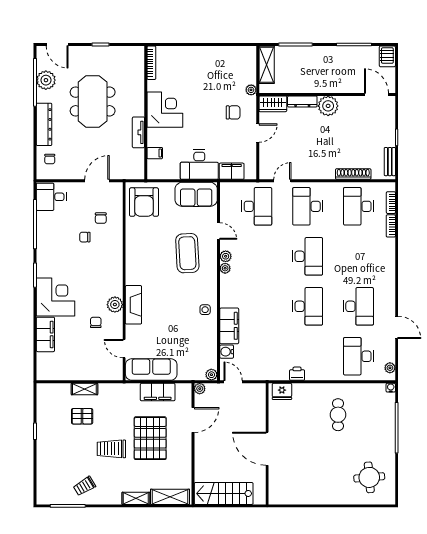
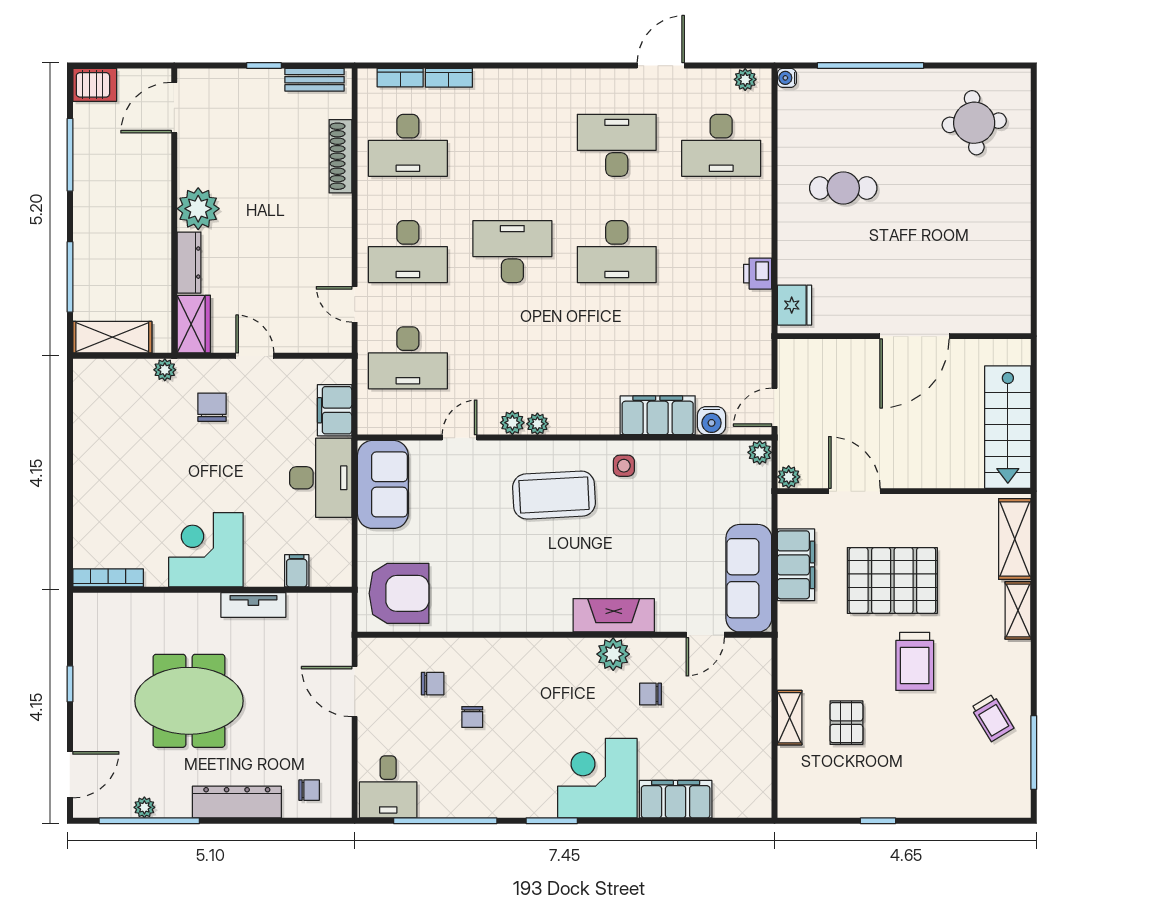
plant: (46, 80) -> (144, 807), width x0.53, depth x0.53
desk: (257, 206) -> (408, 358), turned 180
coffee table: (187, 253) -> (554, 495), moved
desk: (308, 306) -> (617, 252), turned 180

